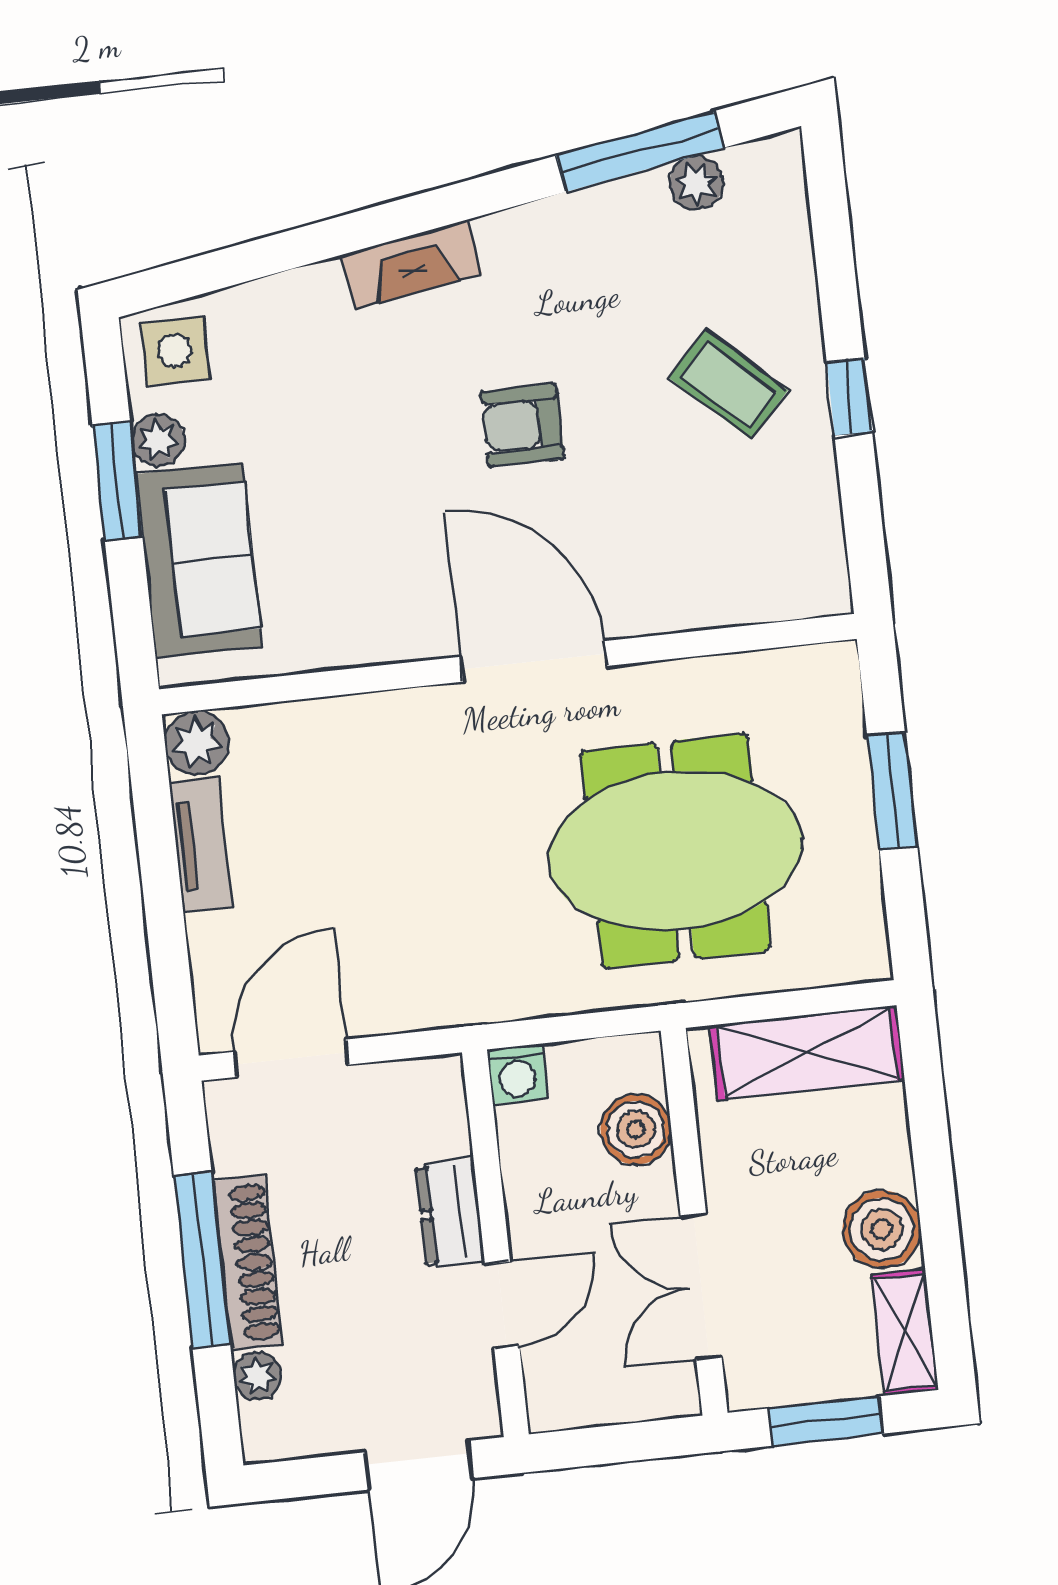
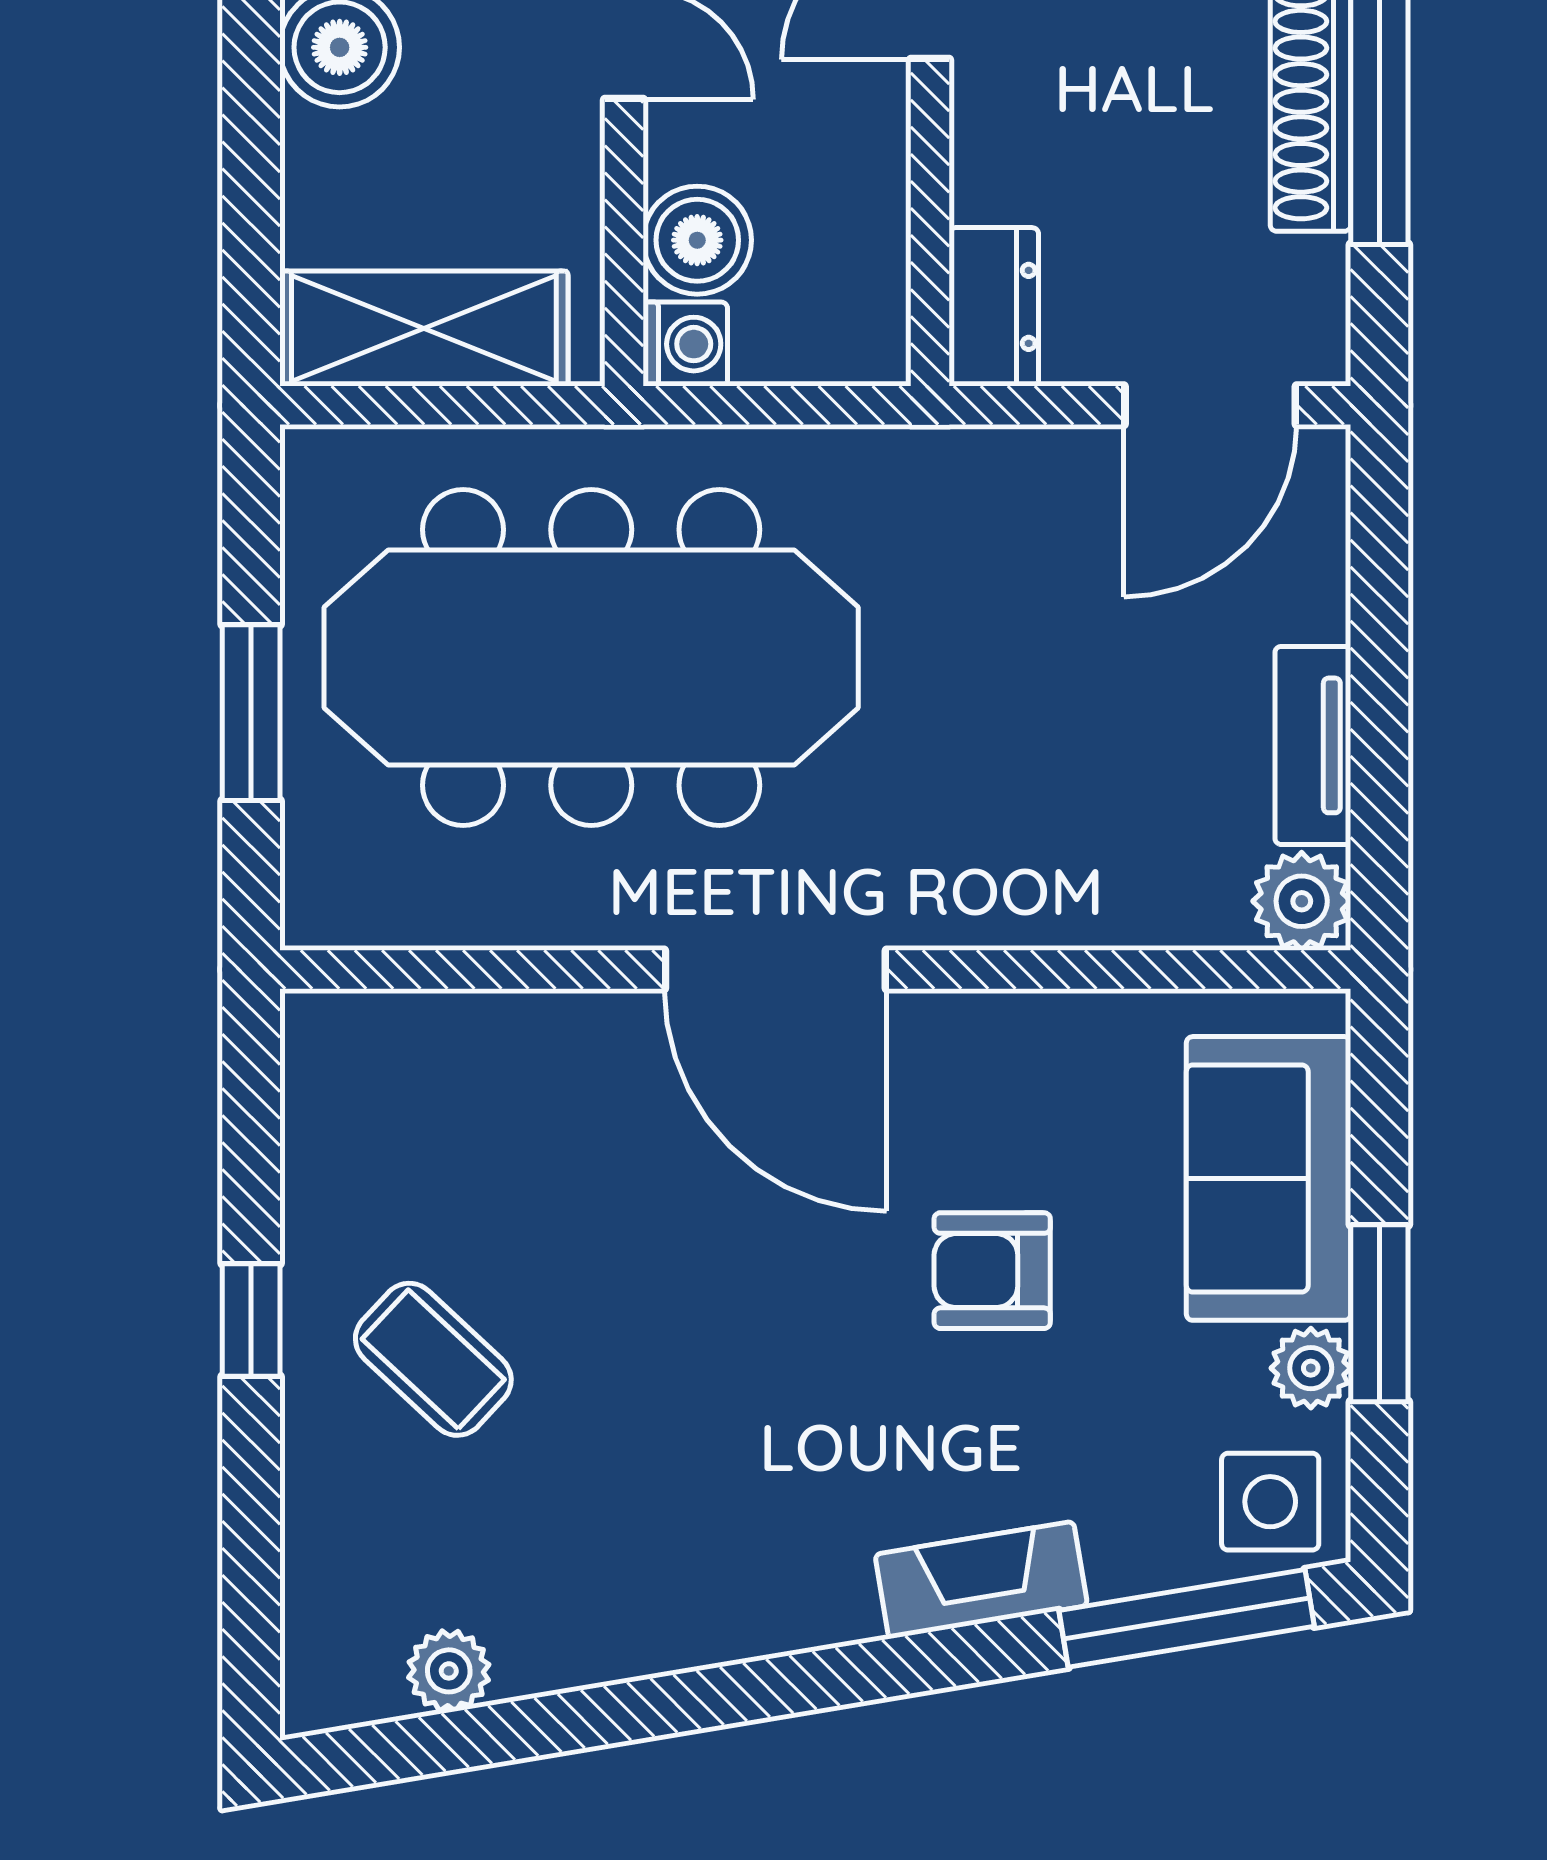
window: (640, 152) -> (1187, 1618), moved
fireplace: (411, 264) -> (981, 1580), moved
armchair: (522, 425) -> (992, 1271), moved, turned 180
meeting table: (675, 851) -> (591, 658), width x1.36
washing machine: (517, 1074) -> (685, 344), moved, turned 90
dresser: (450, 1213) -> (994, 307), moved

